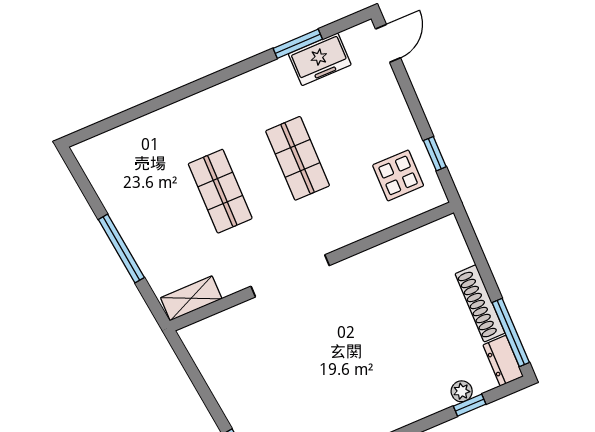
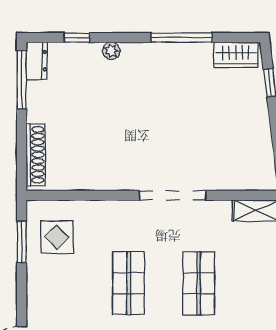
window: (435, 154) -> (22, 242), width x1.50
shoe rack: (480, 303) -> (36, 155), moved
plant: (462, 391) -> (111, 51), moved

